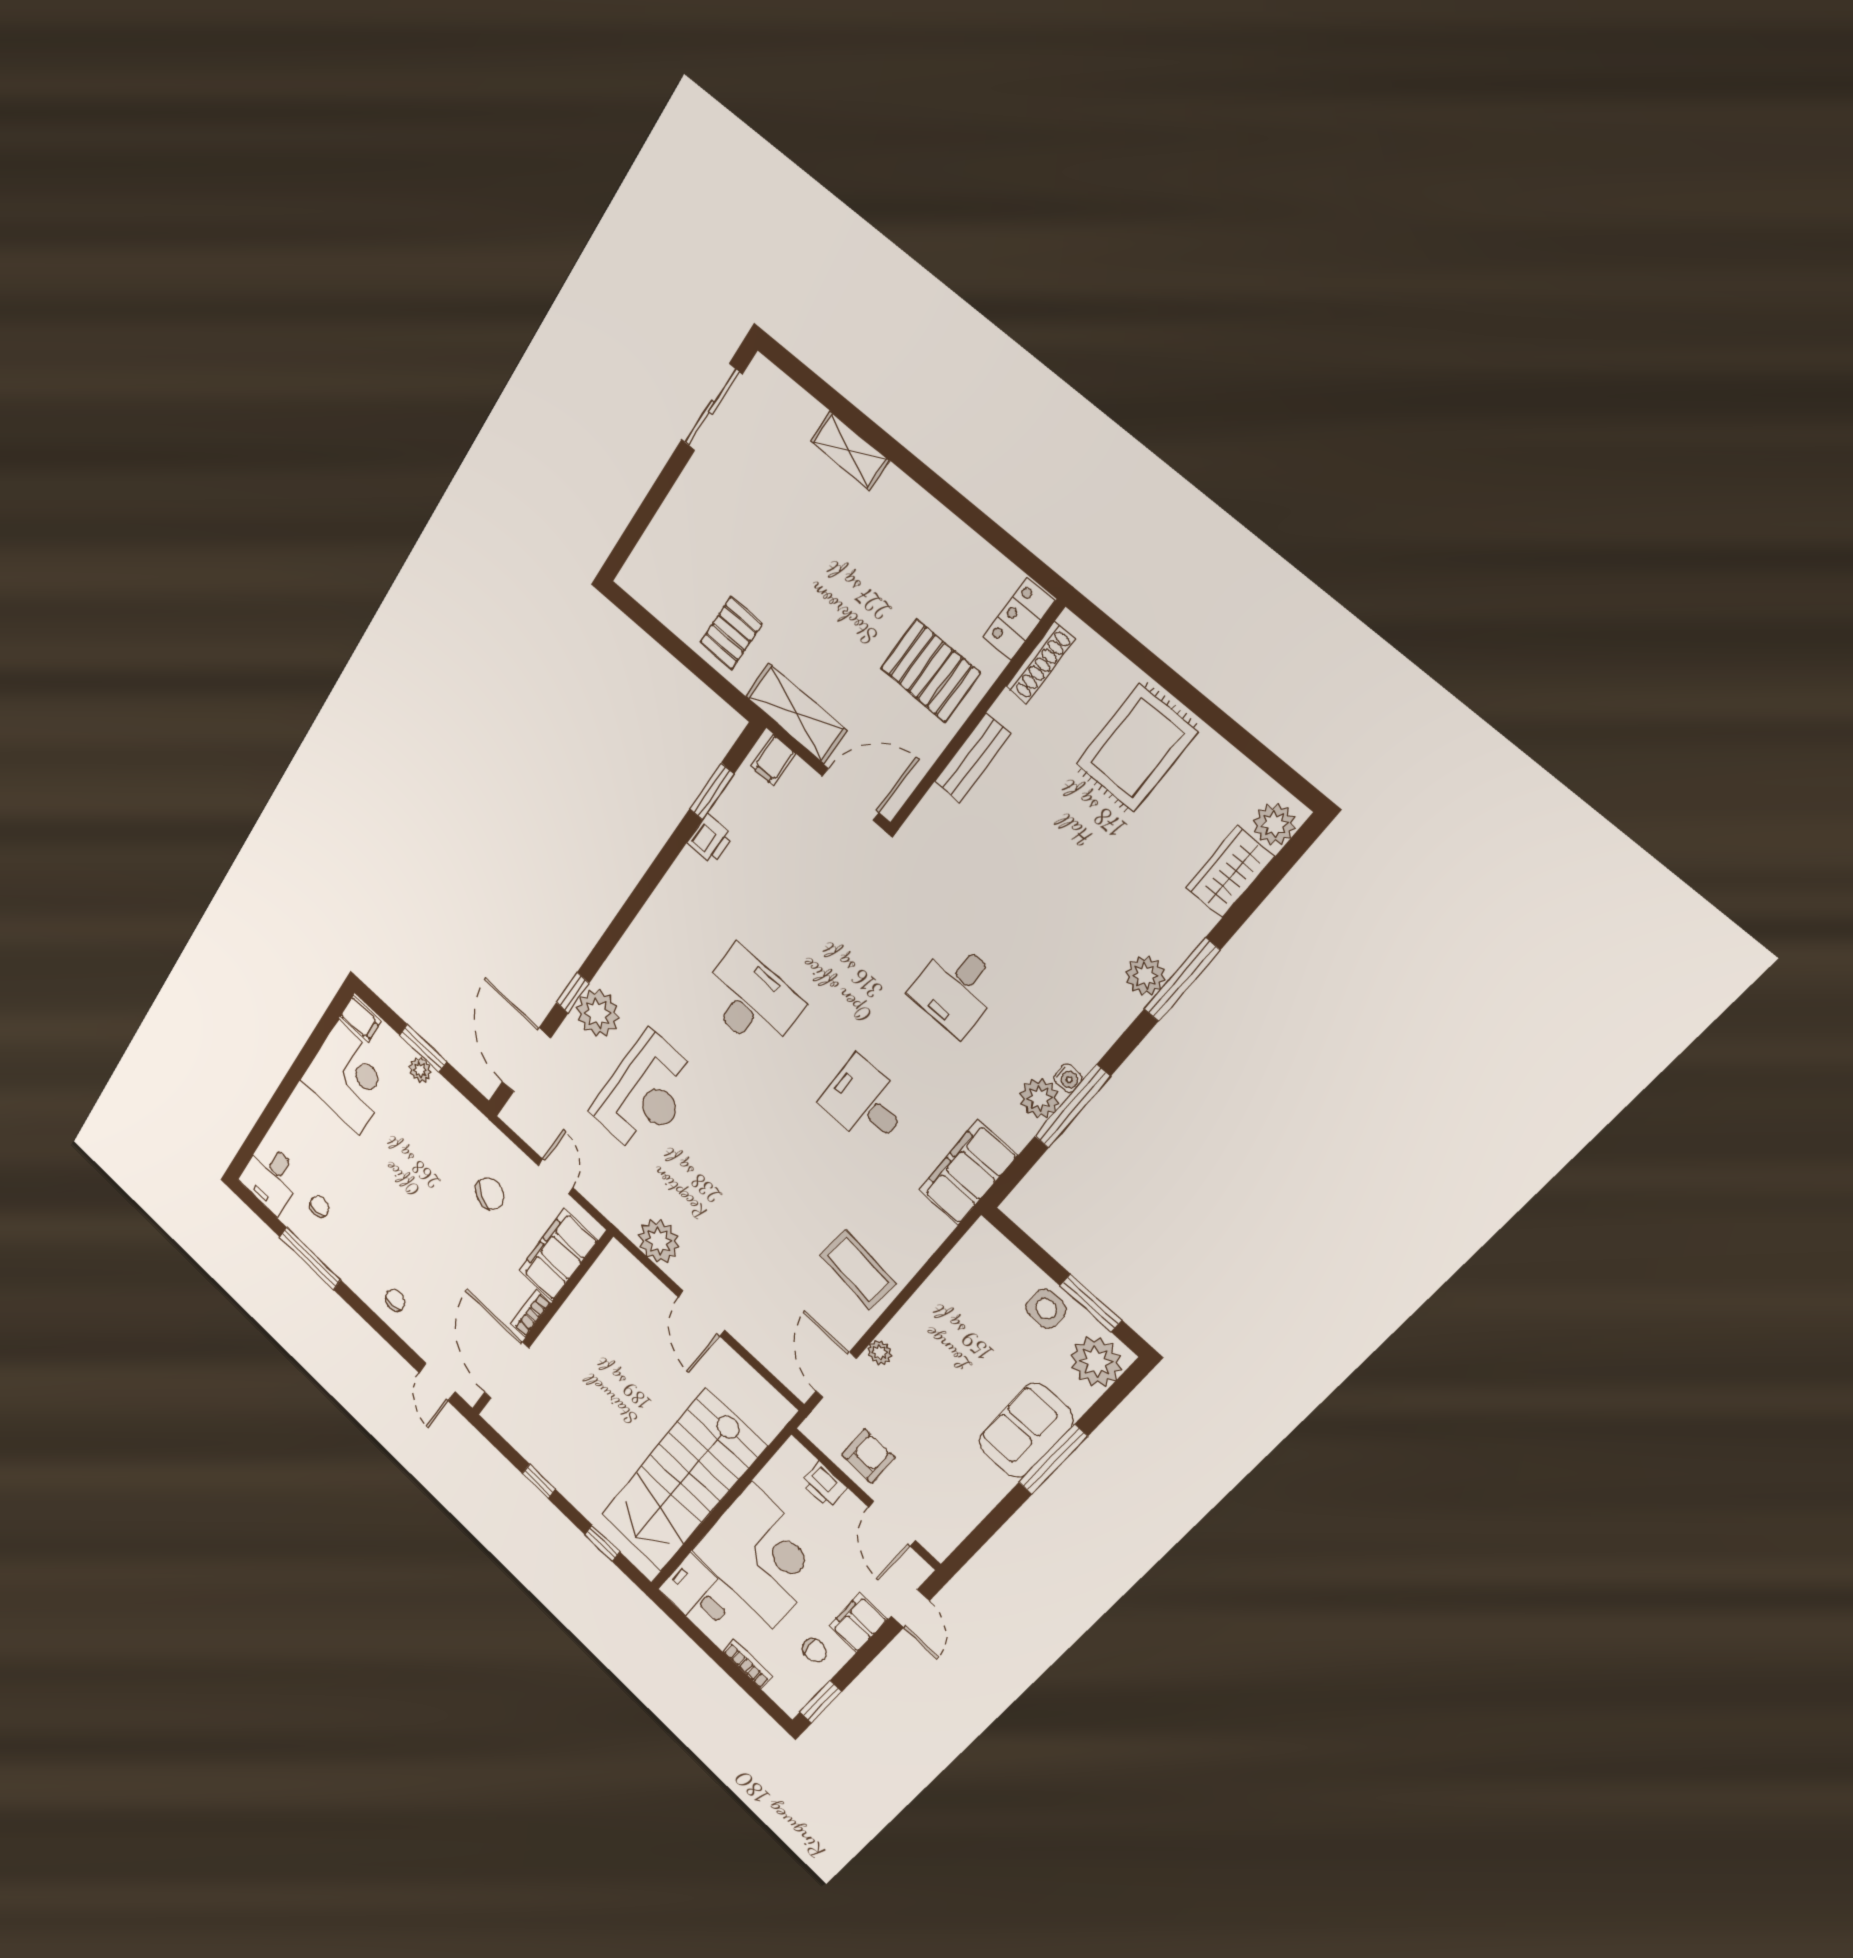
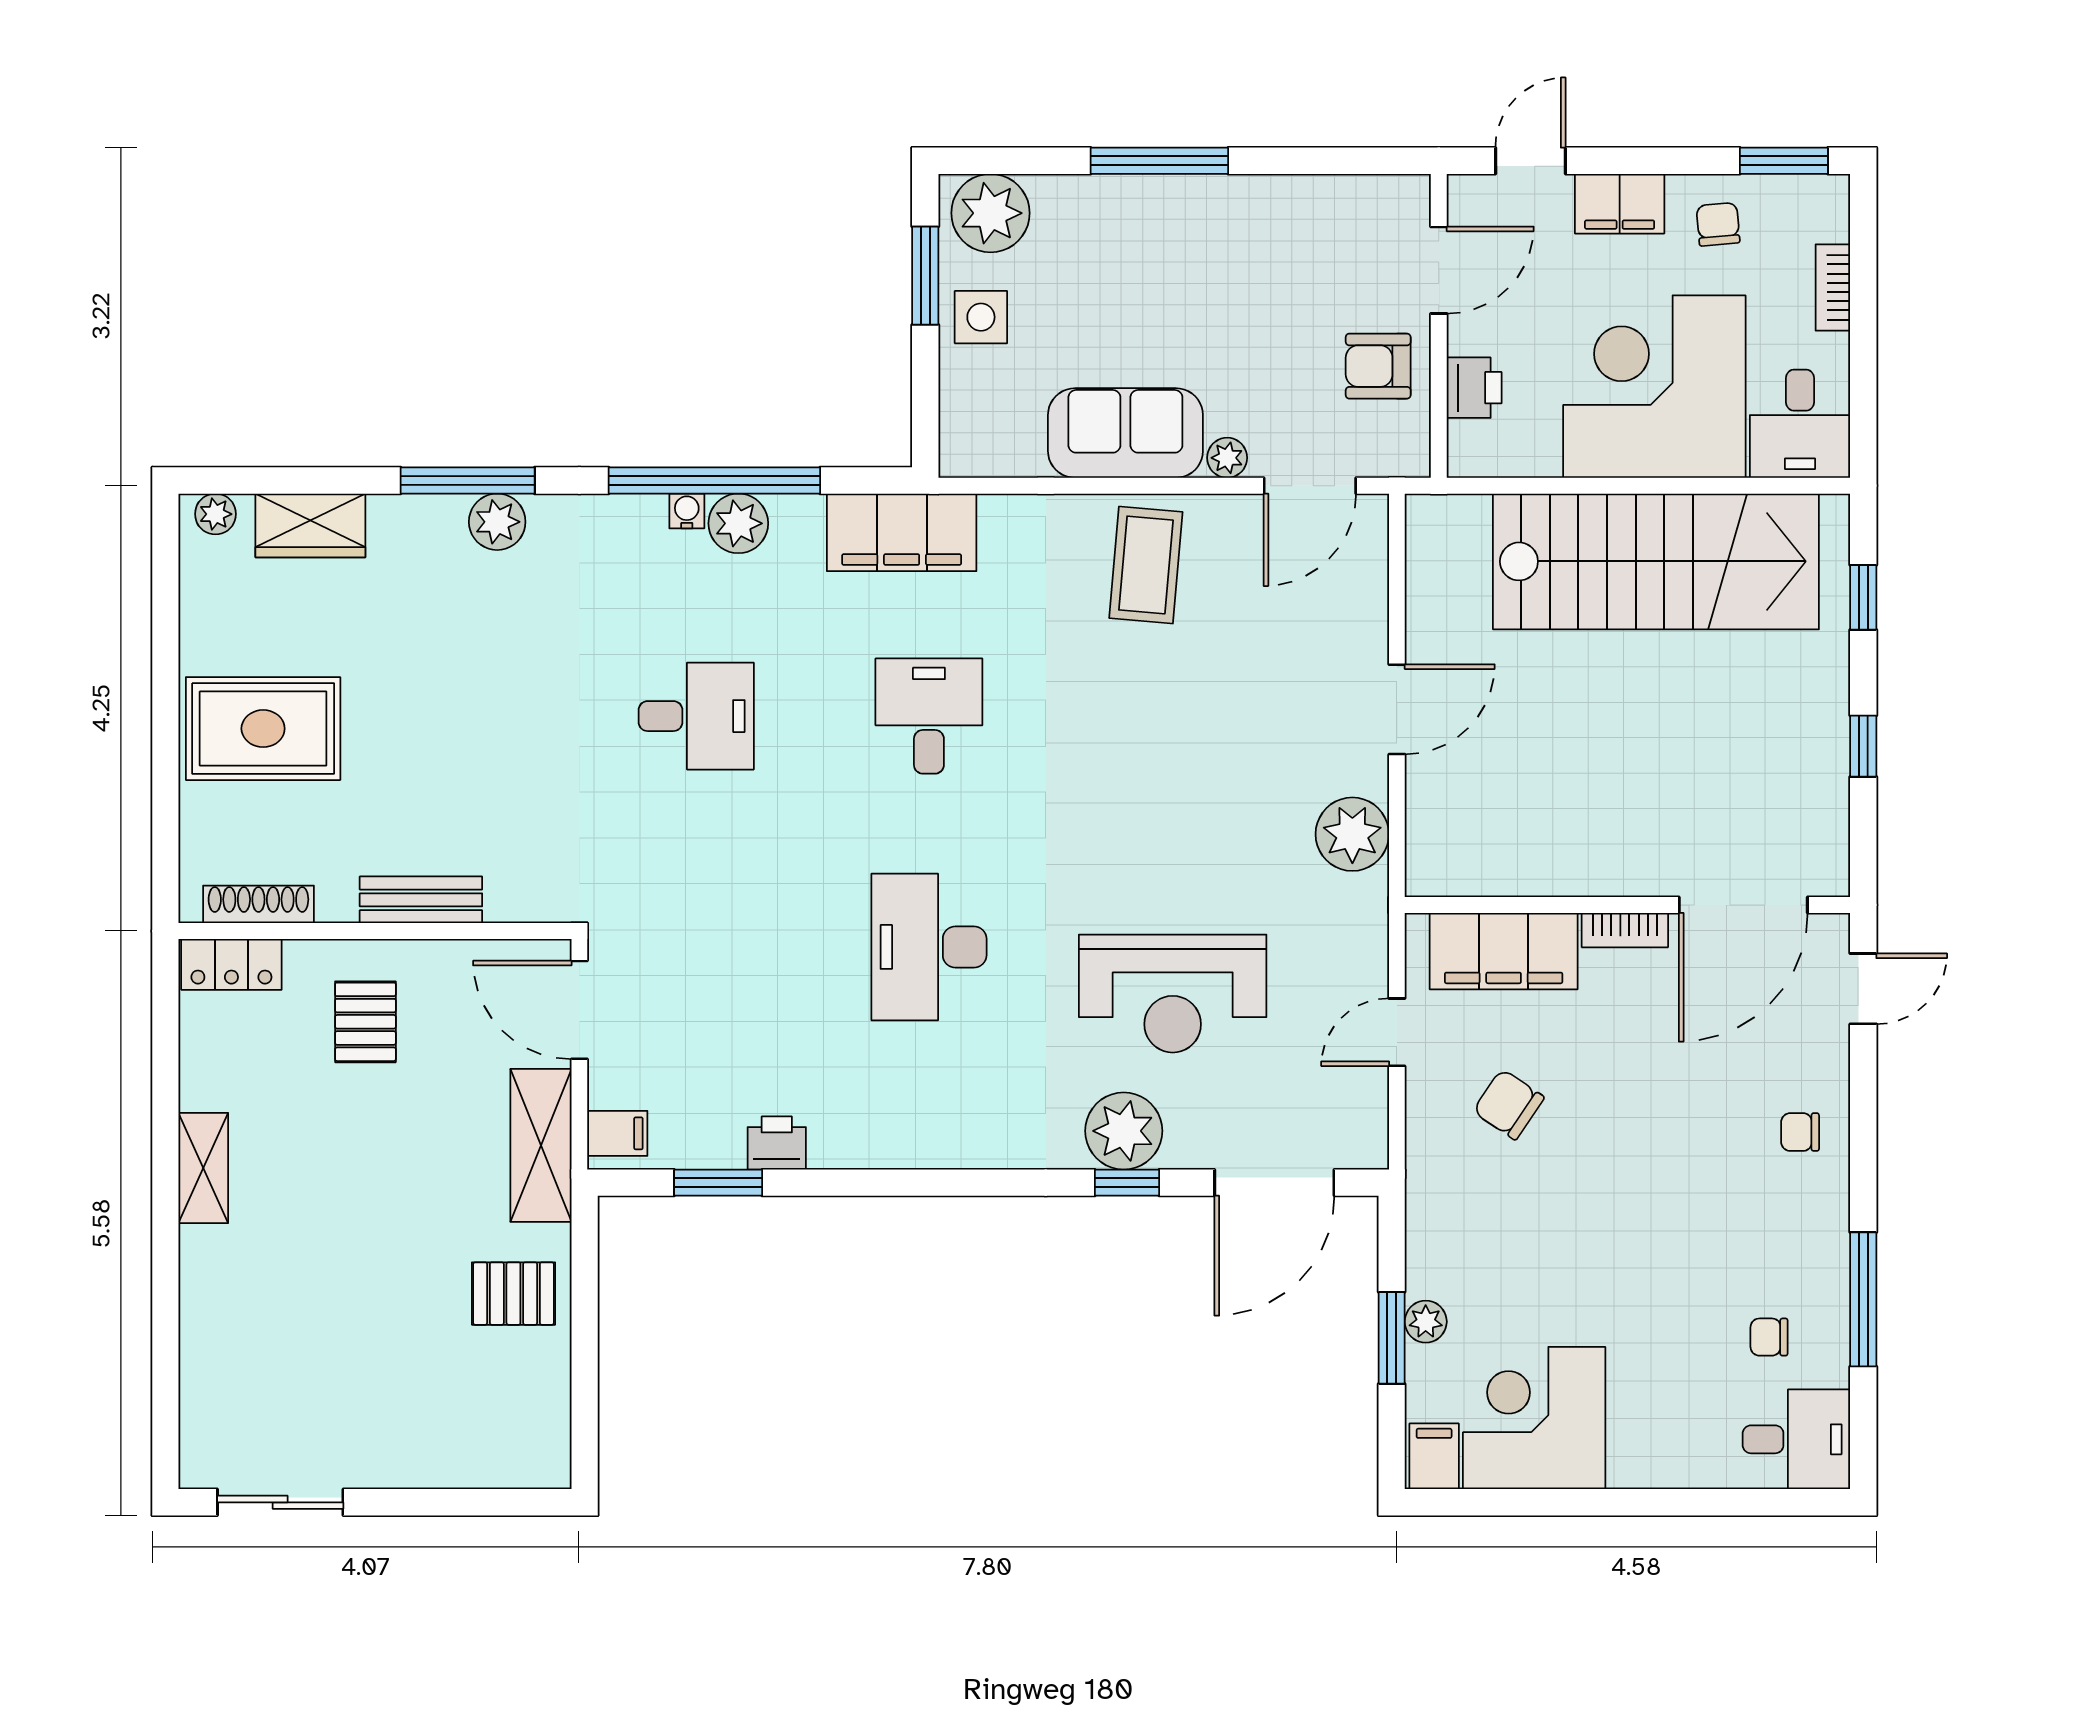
shelving: (850, 451) -> (203, 1168), moved
pallet: (931, 671) -> (365, 1022), width x0.67, depth x0.71
plant: (1274, 824) -> (215, 514), width x0.73, depth x0.73
reception desk: (645, 1094) -> (1173, 994), turned 180
desk: (865, 1102) -> (929, 716), turned 180
window: (1072, 1106) -> (714, 480), width x1.46
sofa: (1026, 1430) -> (1125, 433), moved, turned 180

